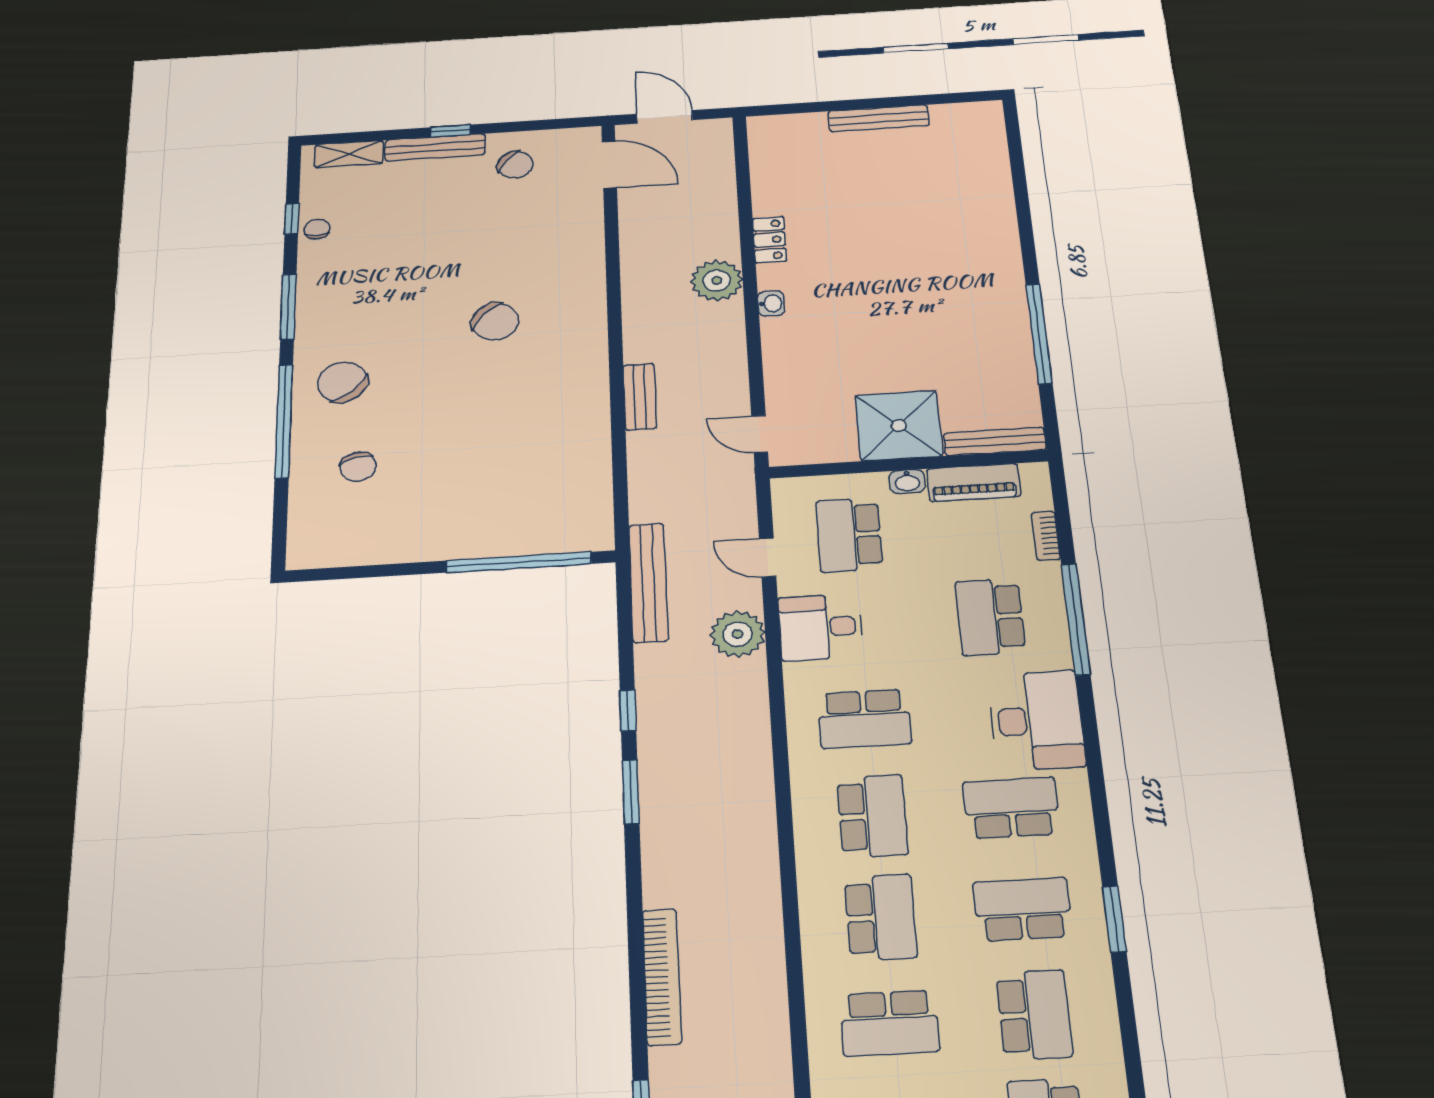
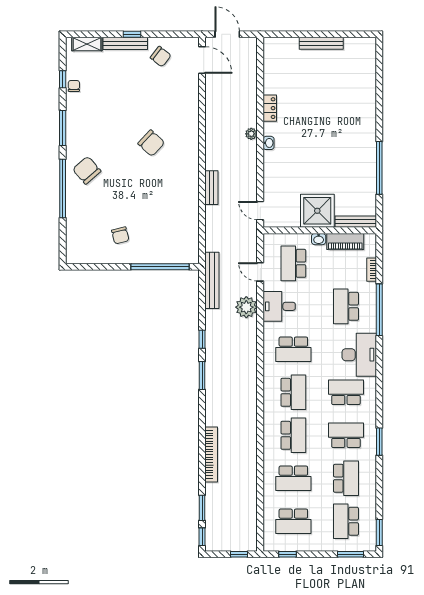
plant: (717, 281) -> (251, 134), width x0.53, depth x0.53
chair: (358, 467) -> (120, 235), moved

